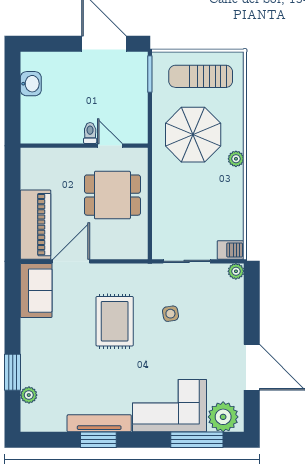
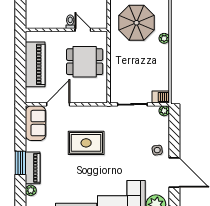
piano: (36, 225) -> (35, 64), moved
side table: (170, 314) -> (157, 150), moved
rug: (115, 321) -> (86, 143), turned 90
piano: (32, 360) -> (33, 168), added
window: (13, 372) -> (20, 163), moved

